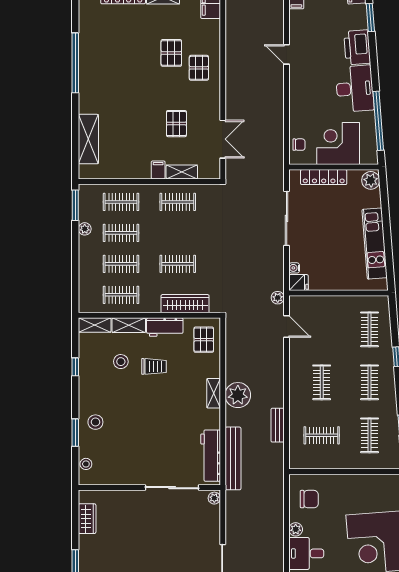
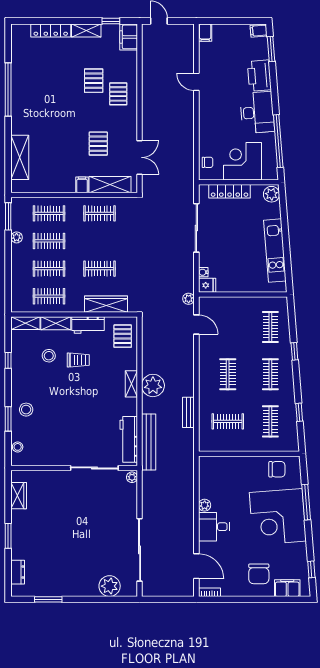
shelving: (182, 172) -> (110, 185), width x1.50, depth x1.33
chair: (309, 499) -> (277, 469), moved

